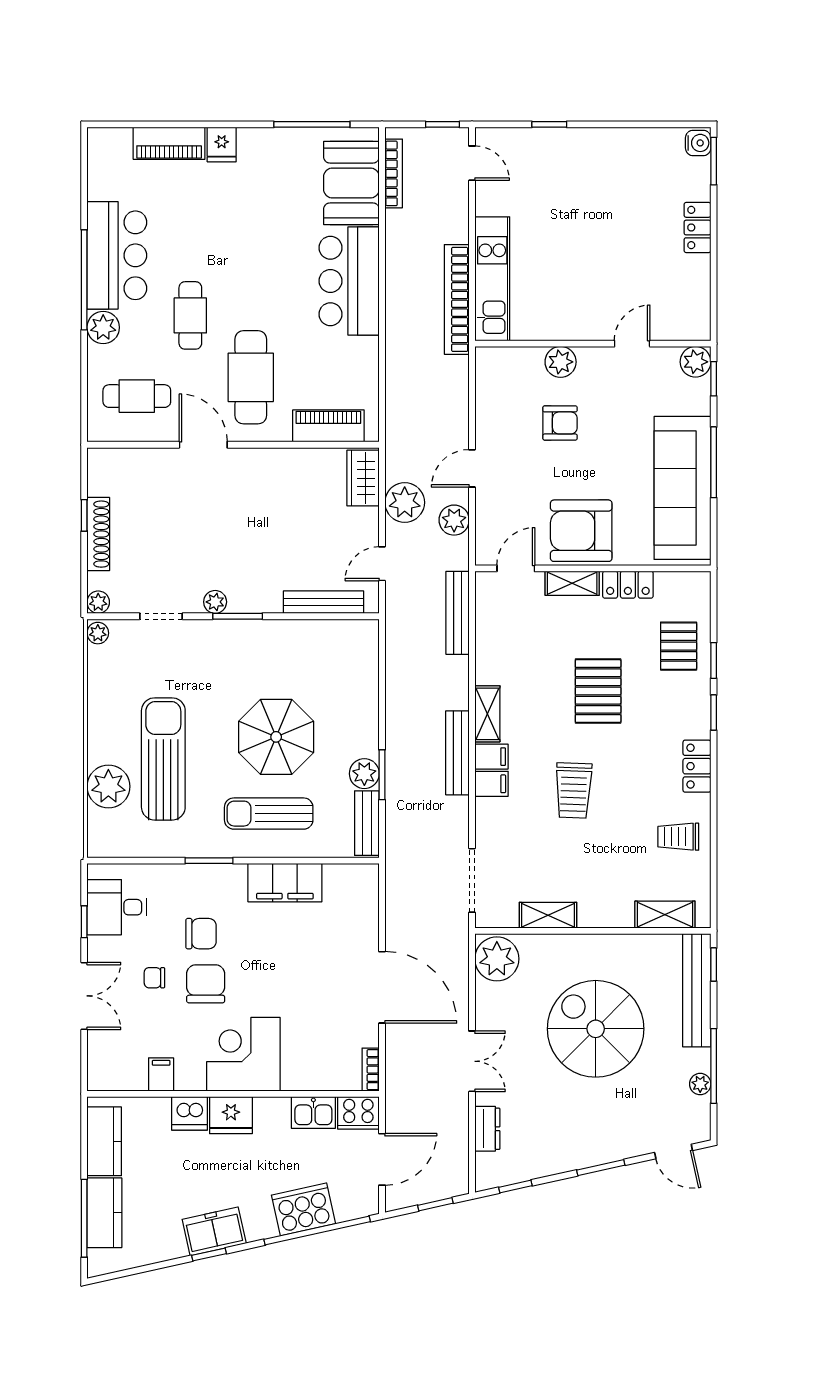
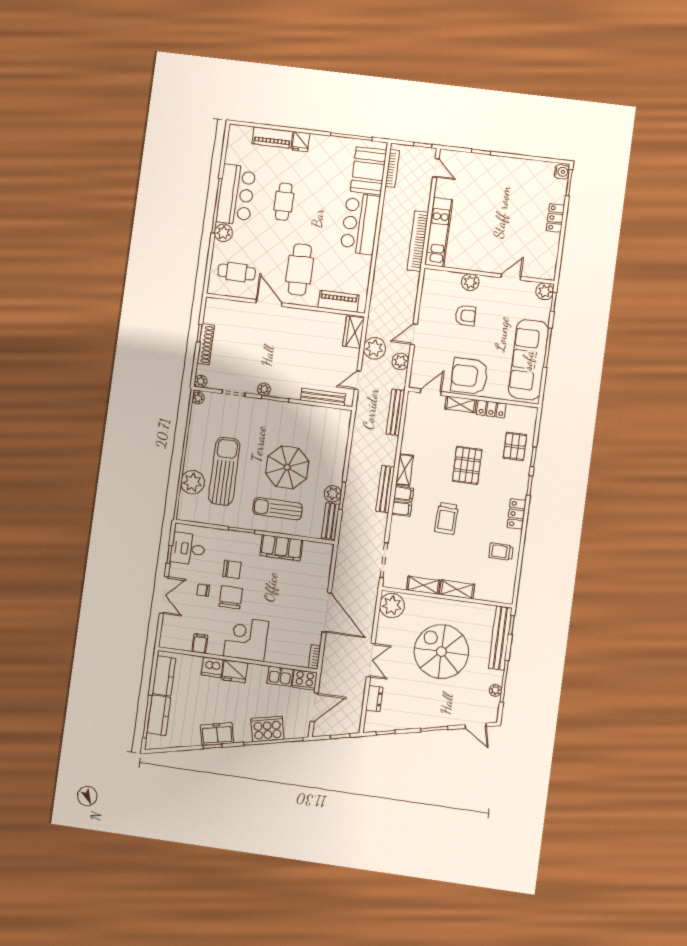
cafe table: (190, 315) -> (284, 202), moved
shelving: (665, 915) -> (457, 589), moved

